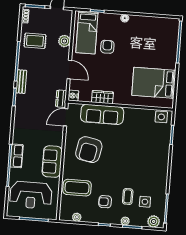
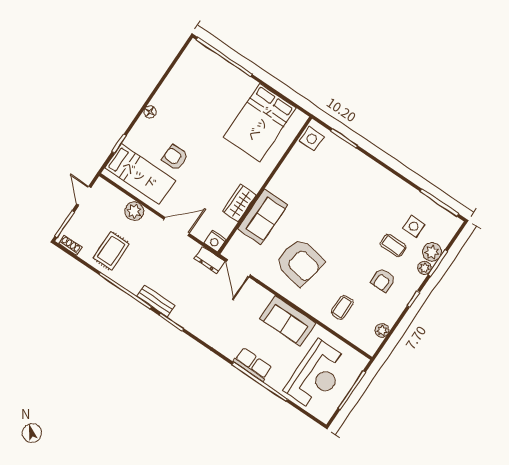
sofa: (102, 114) -> (263, 217), width x0.73
coffee table: (77, 188) -> (342, 307), width x0.54, depth x0.58
plant: (154, 221) -> (432, 252), moved

